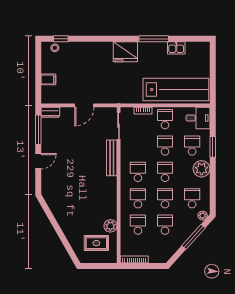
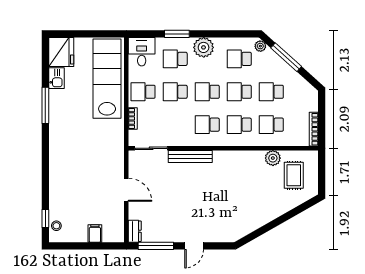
fridge: (125, 52) -> (61, 52), moved
door: (38, 161) -> (194, 246), swing flipped

